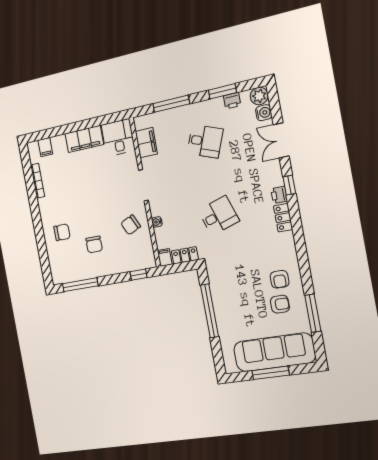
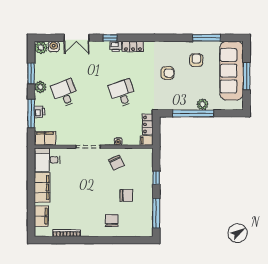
printer: (232, 101) -> (40, 112), moved
plant: (207, 108) -> (40, 87), added
desk: (205, 141) -> (65, 93), turned -42
filing cabinet: (146, 143) -> (45, 138), moved
filing cabinet: (45, 147) -> (41, 216), width x2.00
window: (139, 275) -> (156, 178), moved
armchair: (280, 279) -> (167, 73), moved
plant: (223, 321) -> (202, 104), added

